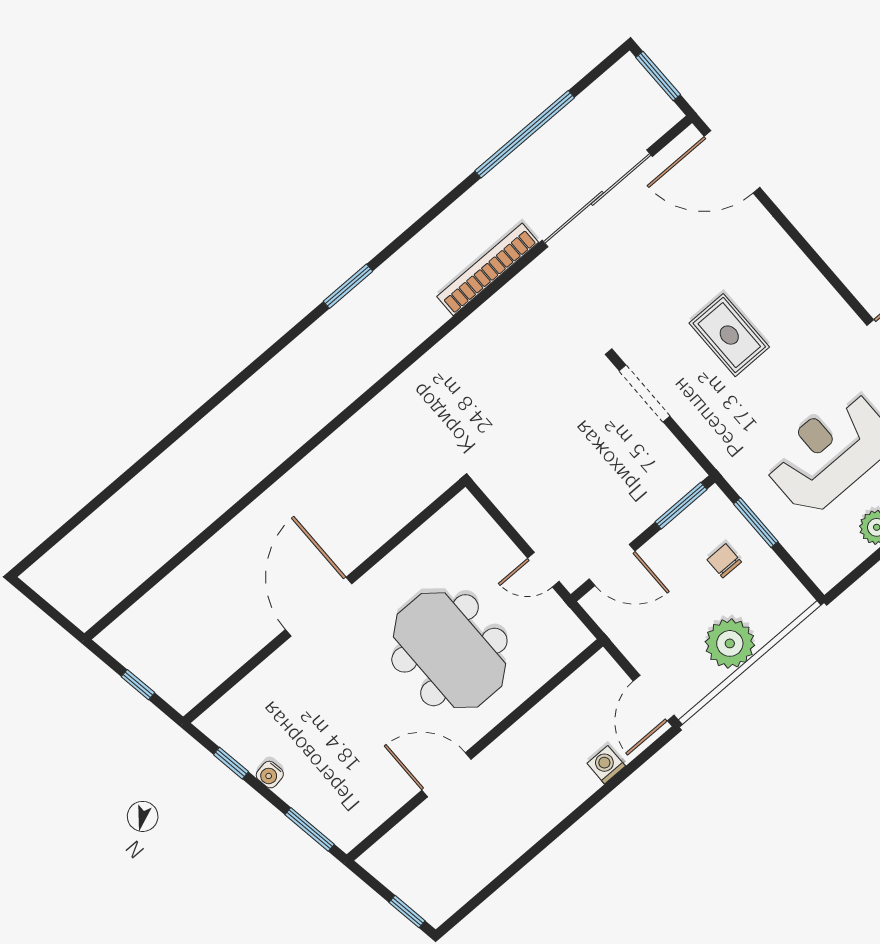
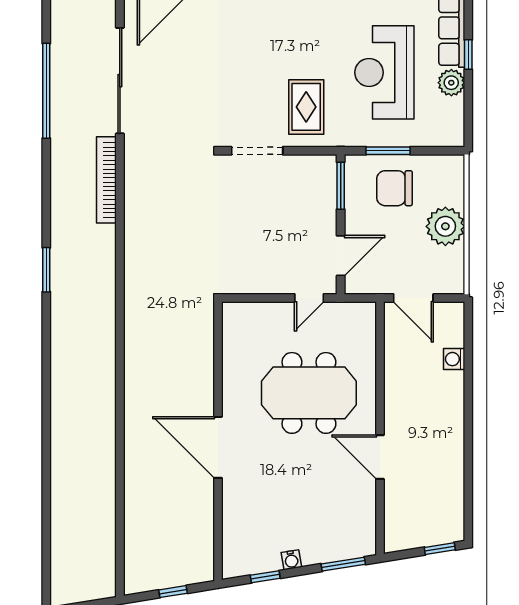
rug: (729, 335) -> (306, 107), moved, turned 90
chair: (724, 561) -> (394, 188), width x1.87, depth x1.87
door: (654, 698) -> (413, 298), moved
door: (446, 775) -> (380, 457), hinge flipped

